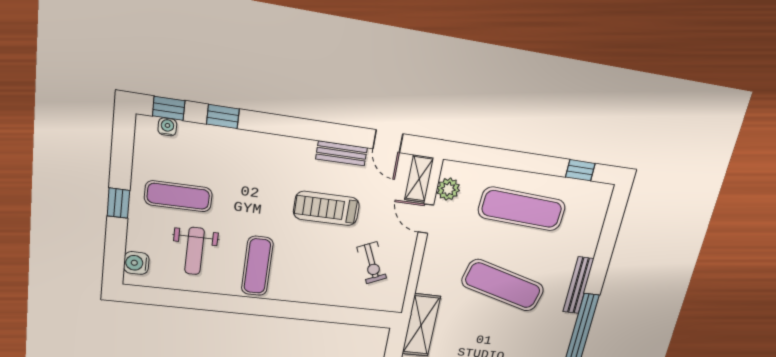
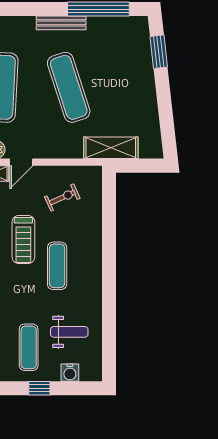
water cooler: (136, 263) -> (70, 373), moved
exercise mat: (257, 266) -> (57, 266), moved, turned 90
exercise mat: (503, 285) -> (69, 87), turned -33

